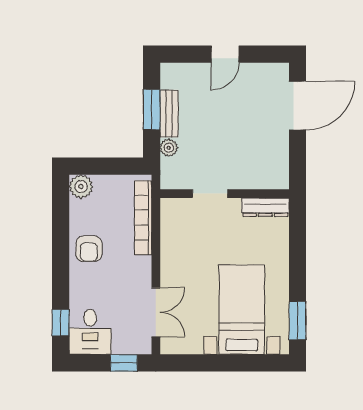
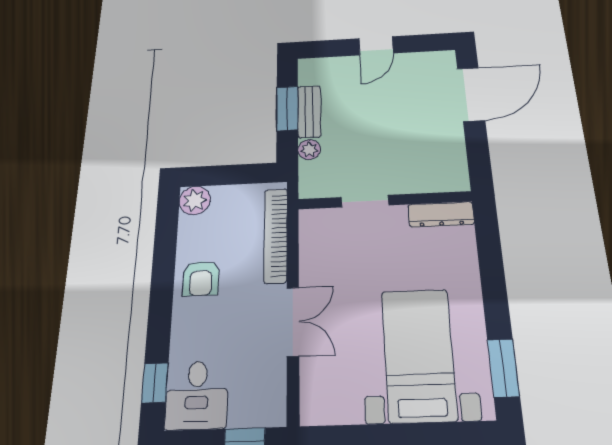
double door: (156, 312) -> (293, 322), moved

